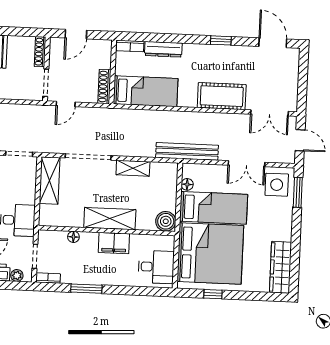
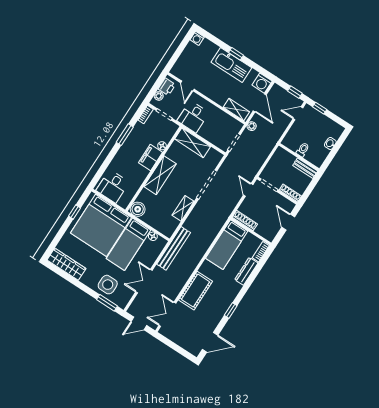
shelving: (50, 181) -> (193, 143), moved
side table: (277, 185) -> (108, 285), moved
filing cabinet: (114, 243) -> (150, 158), moved

